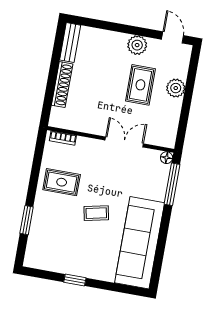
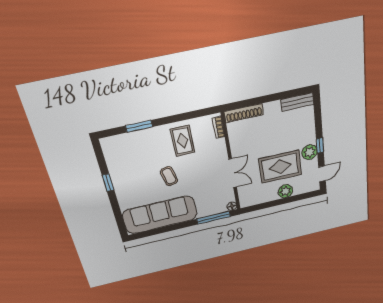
window: (134, 30) -> (320, 145), added
shoe rack: (62, 85) -> (244, 113), moved
rug: (140, 85) -> (280, 167), width x1.36, depth x1.43

